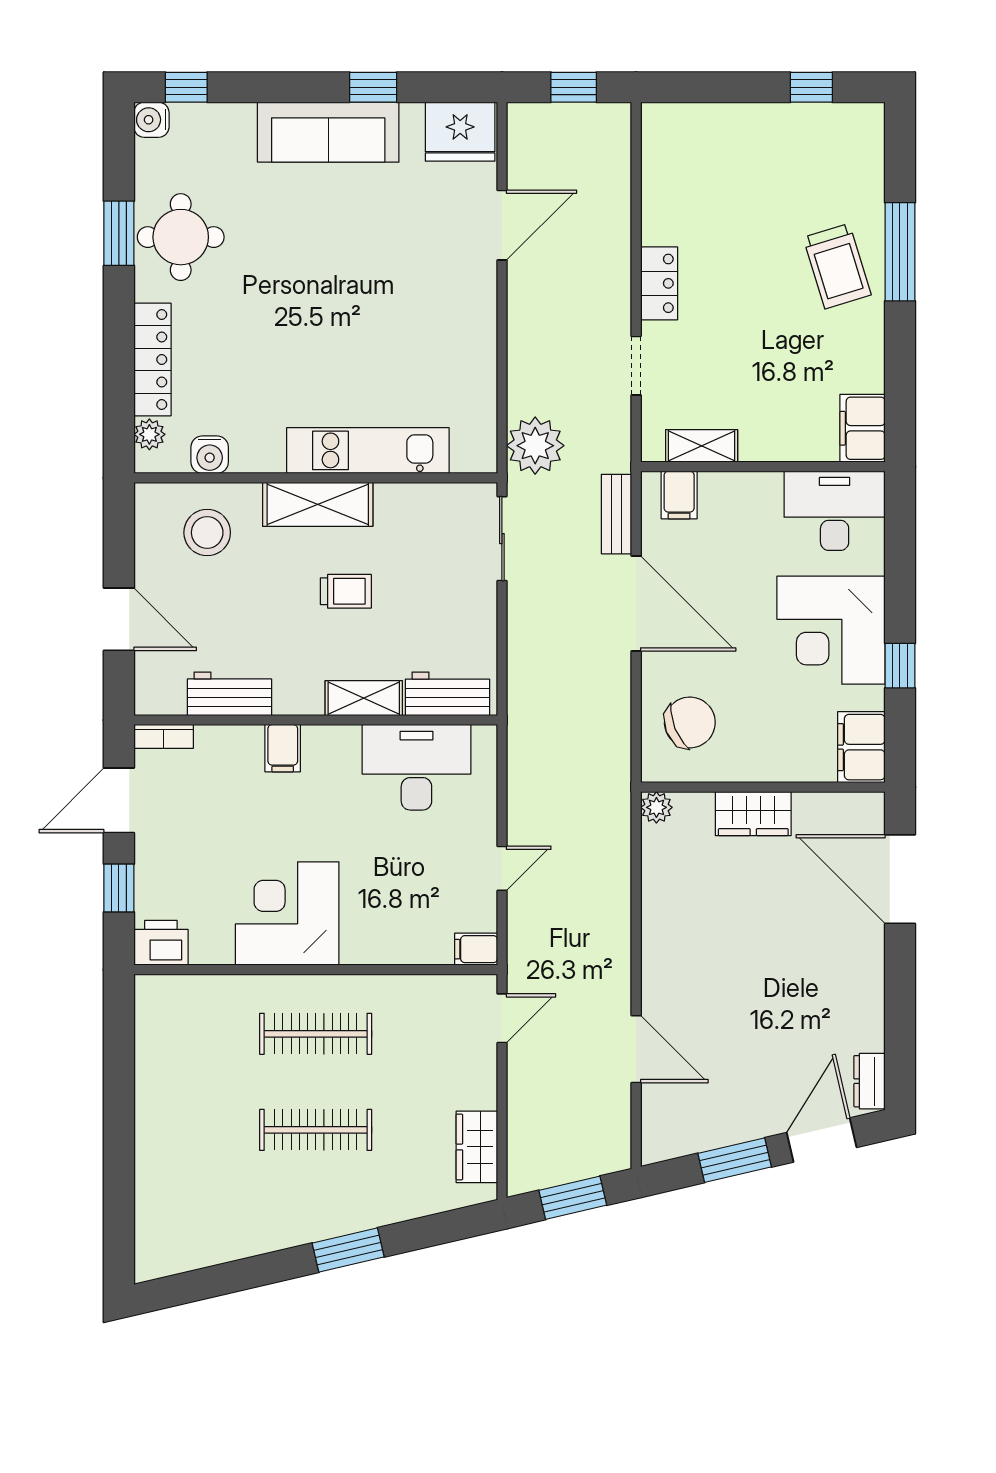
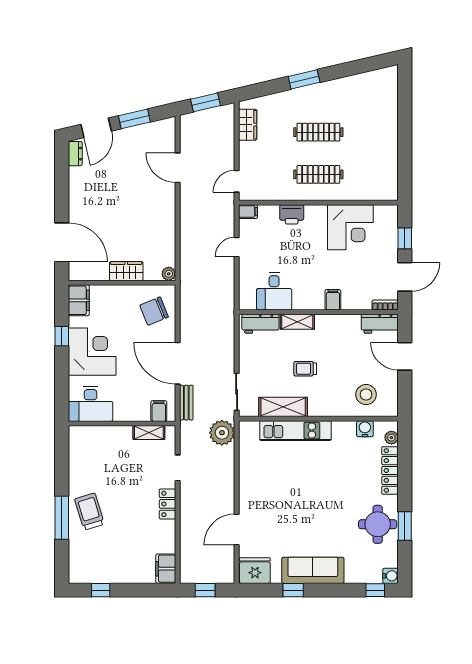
filing cabinet: (862, 428) -> (166, 569), moved, turned 180
shelving: (318, 504) -> (283, 407), moved
workbench: (229, 694) -> (380, 324), moved
desk: (416, 767) -> (274, 291), width x0.73
corner desk: (287, 913) -> (350, 227), moved
printer: (161, 943) -> (292, 214), moved

